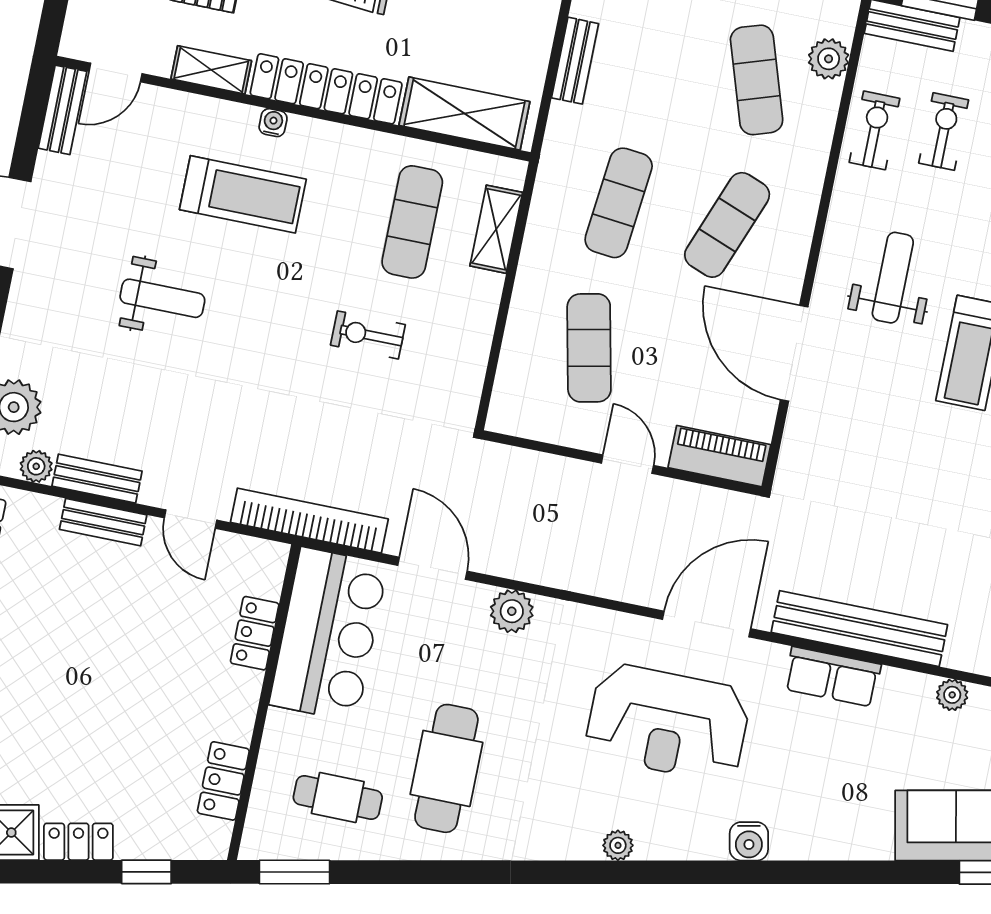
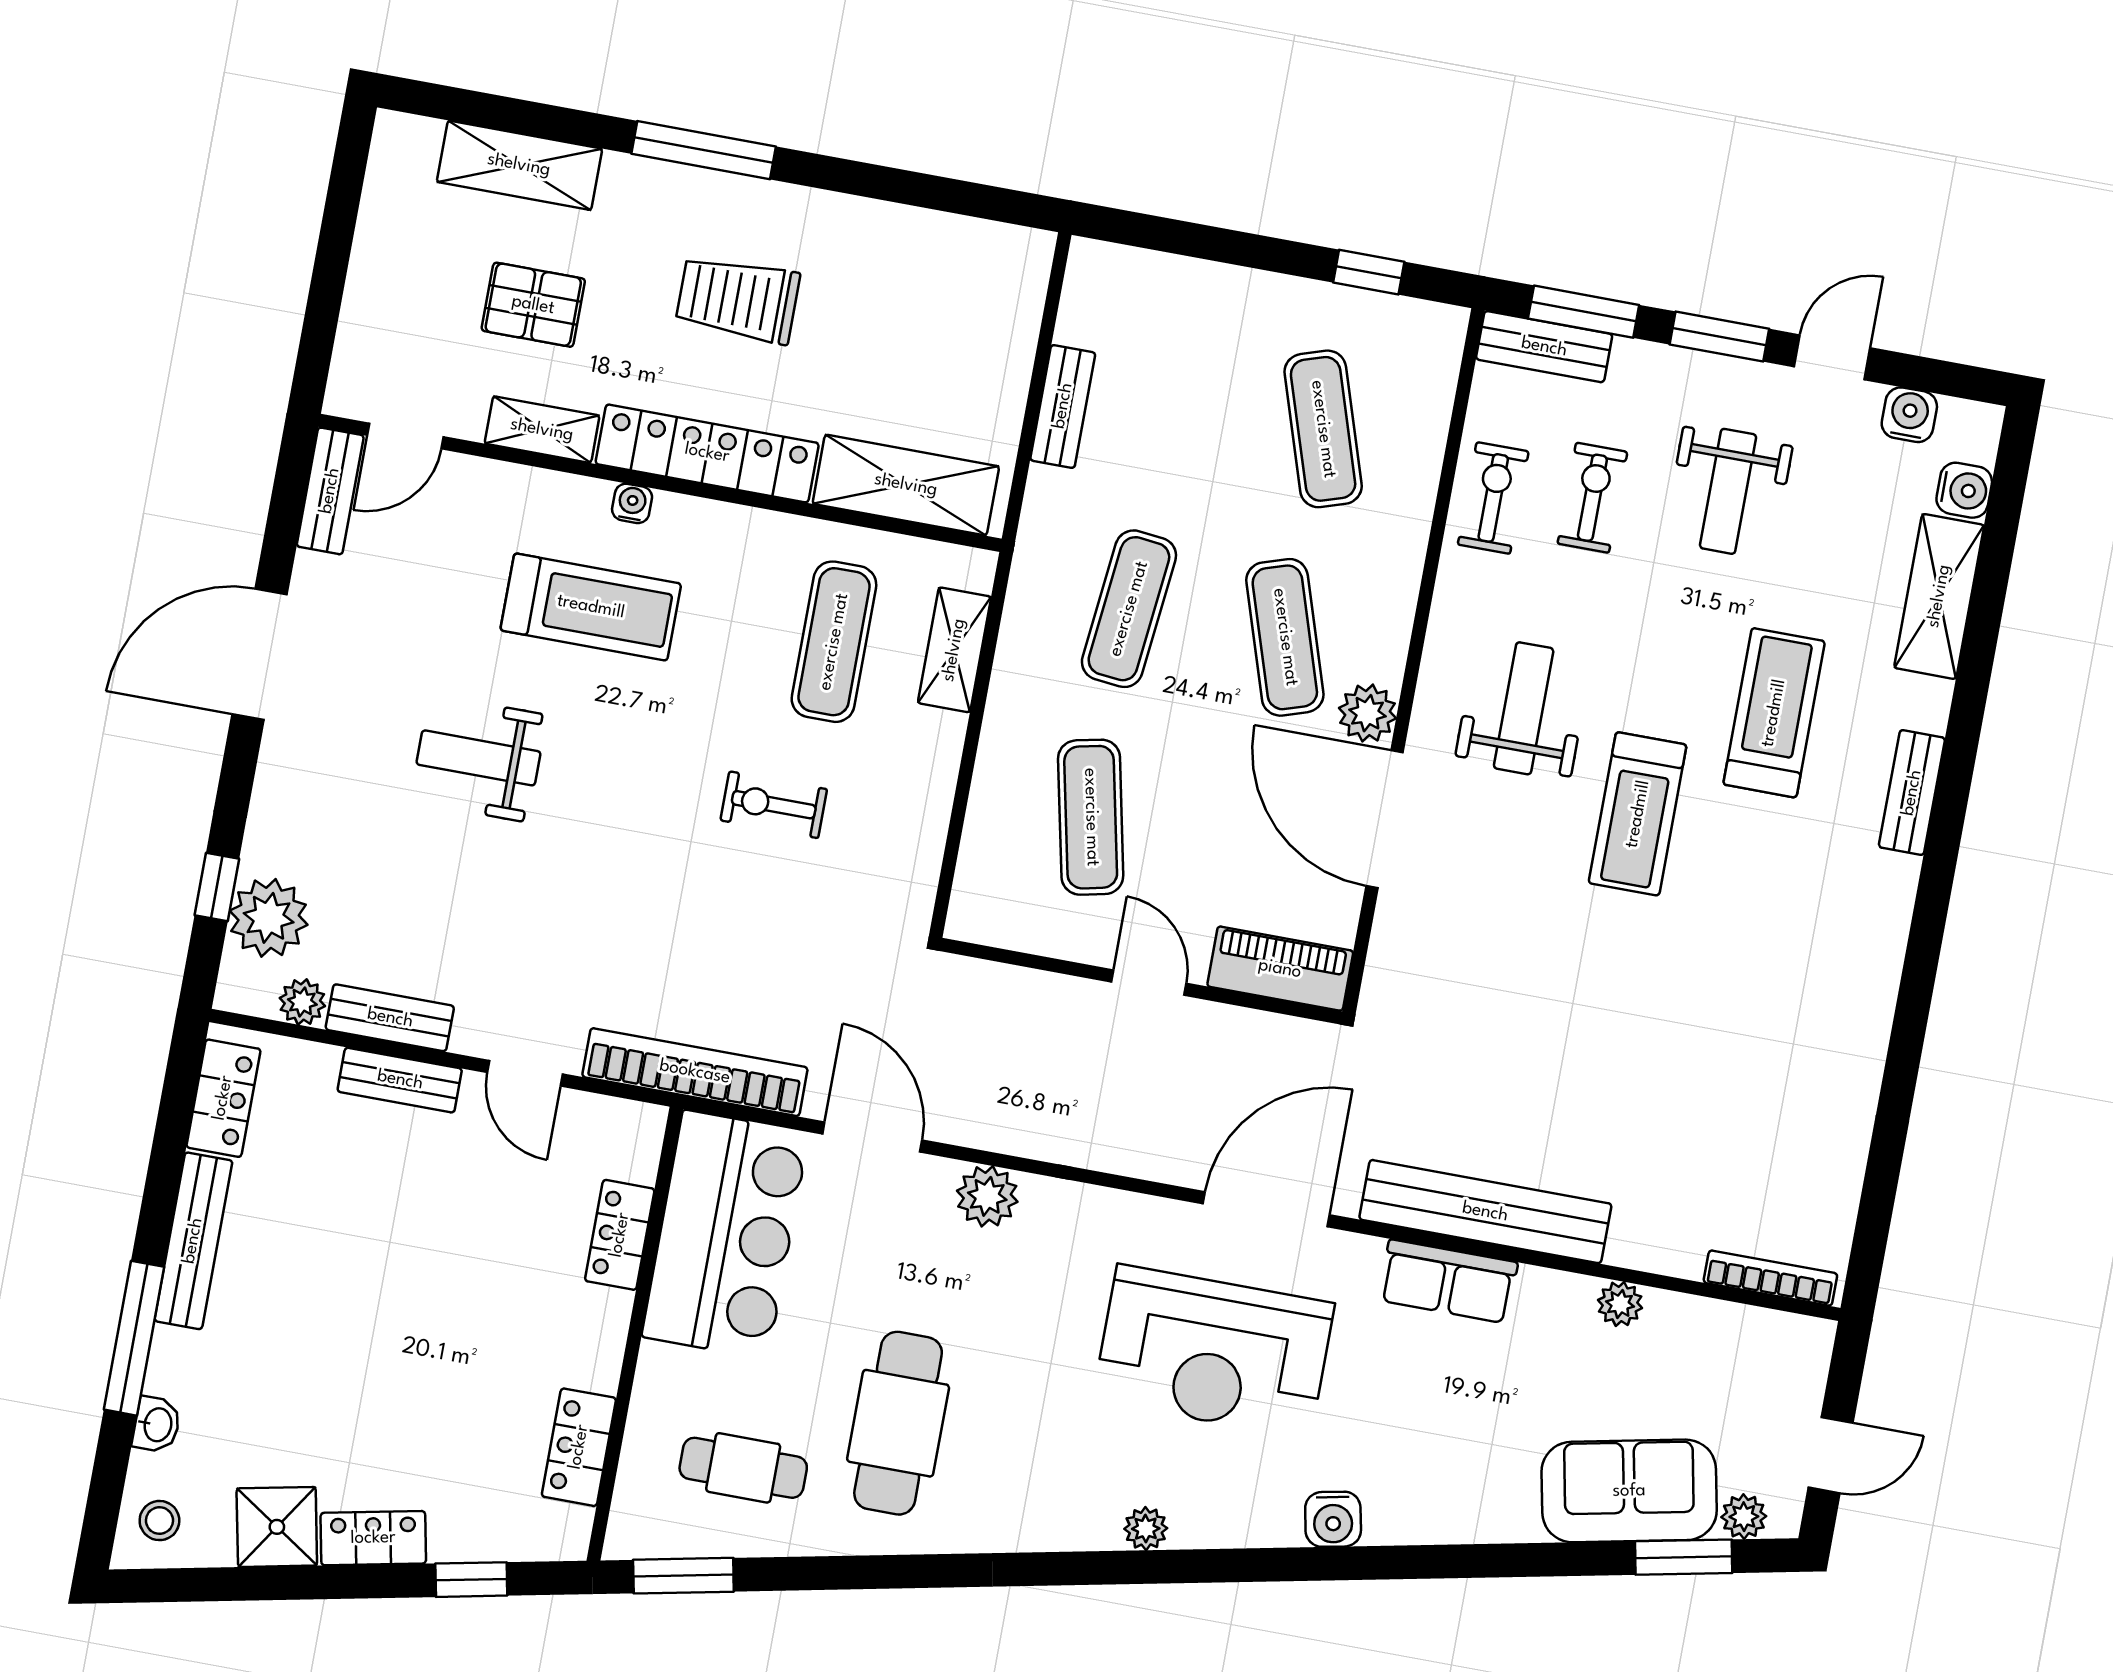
plant: (829, 59) -> (1368, 713), moved
exercise mat: (727, 225) -> (1285, 637), turned -39
weight bench: (162, 298) -> (478, 758), turned 180

